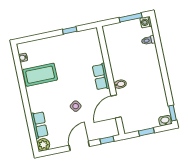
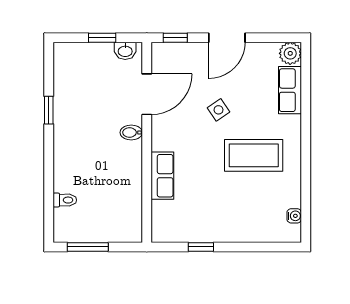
washing machine: (146, 22) -> (62, 233), removed
coffee table: (40, 75) -> (254, 155), moved
row of seats: (101, 77) -> (162, 176), moved
window: (173, 113) -> (49, 110), moved
washbasin: (165, 121) -> (125, 51), moved

